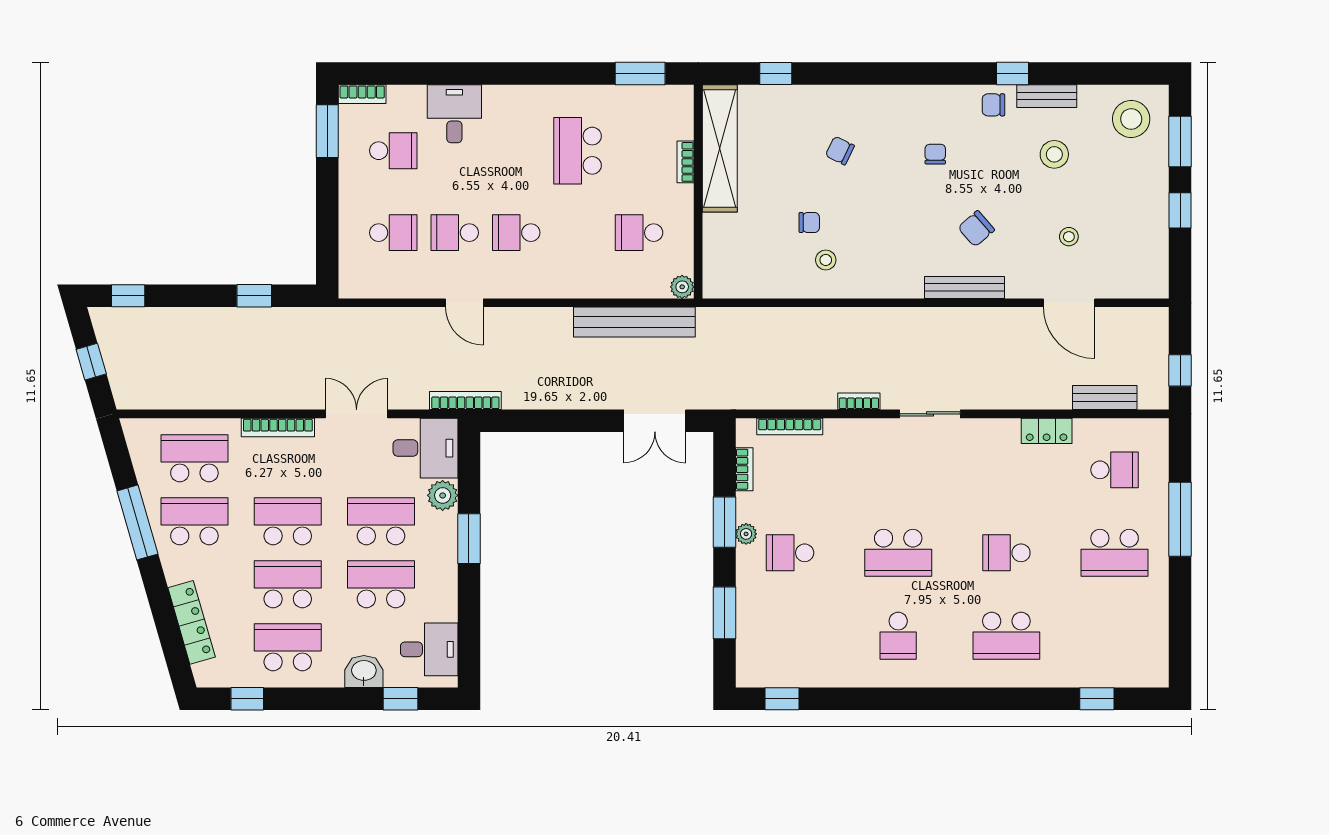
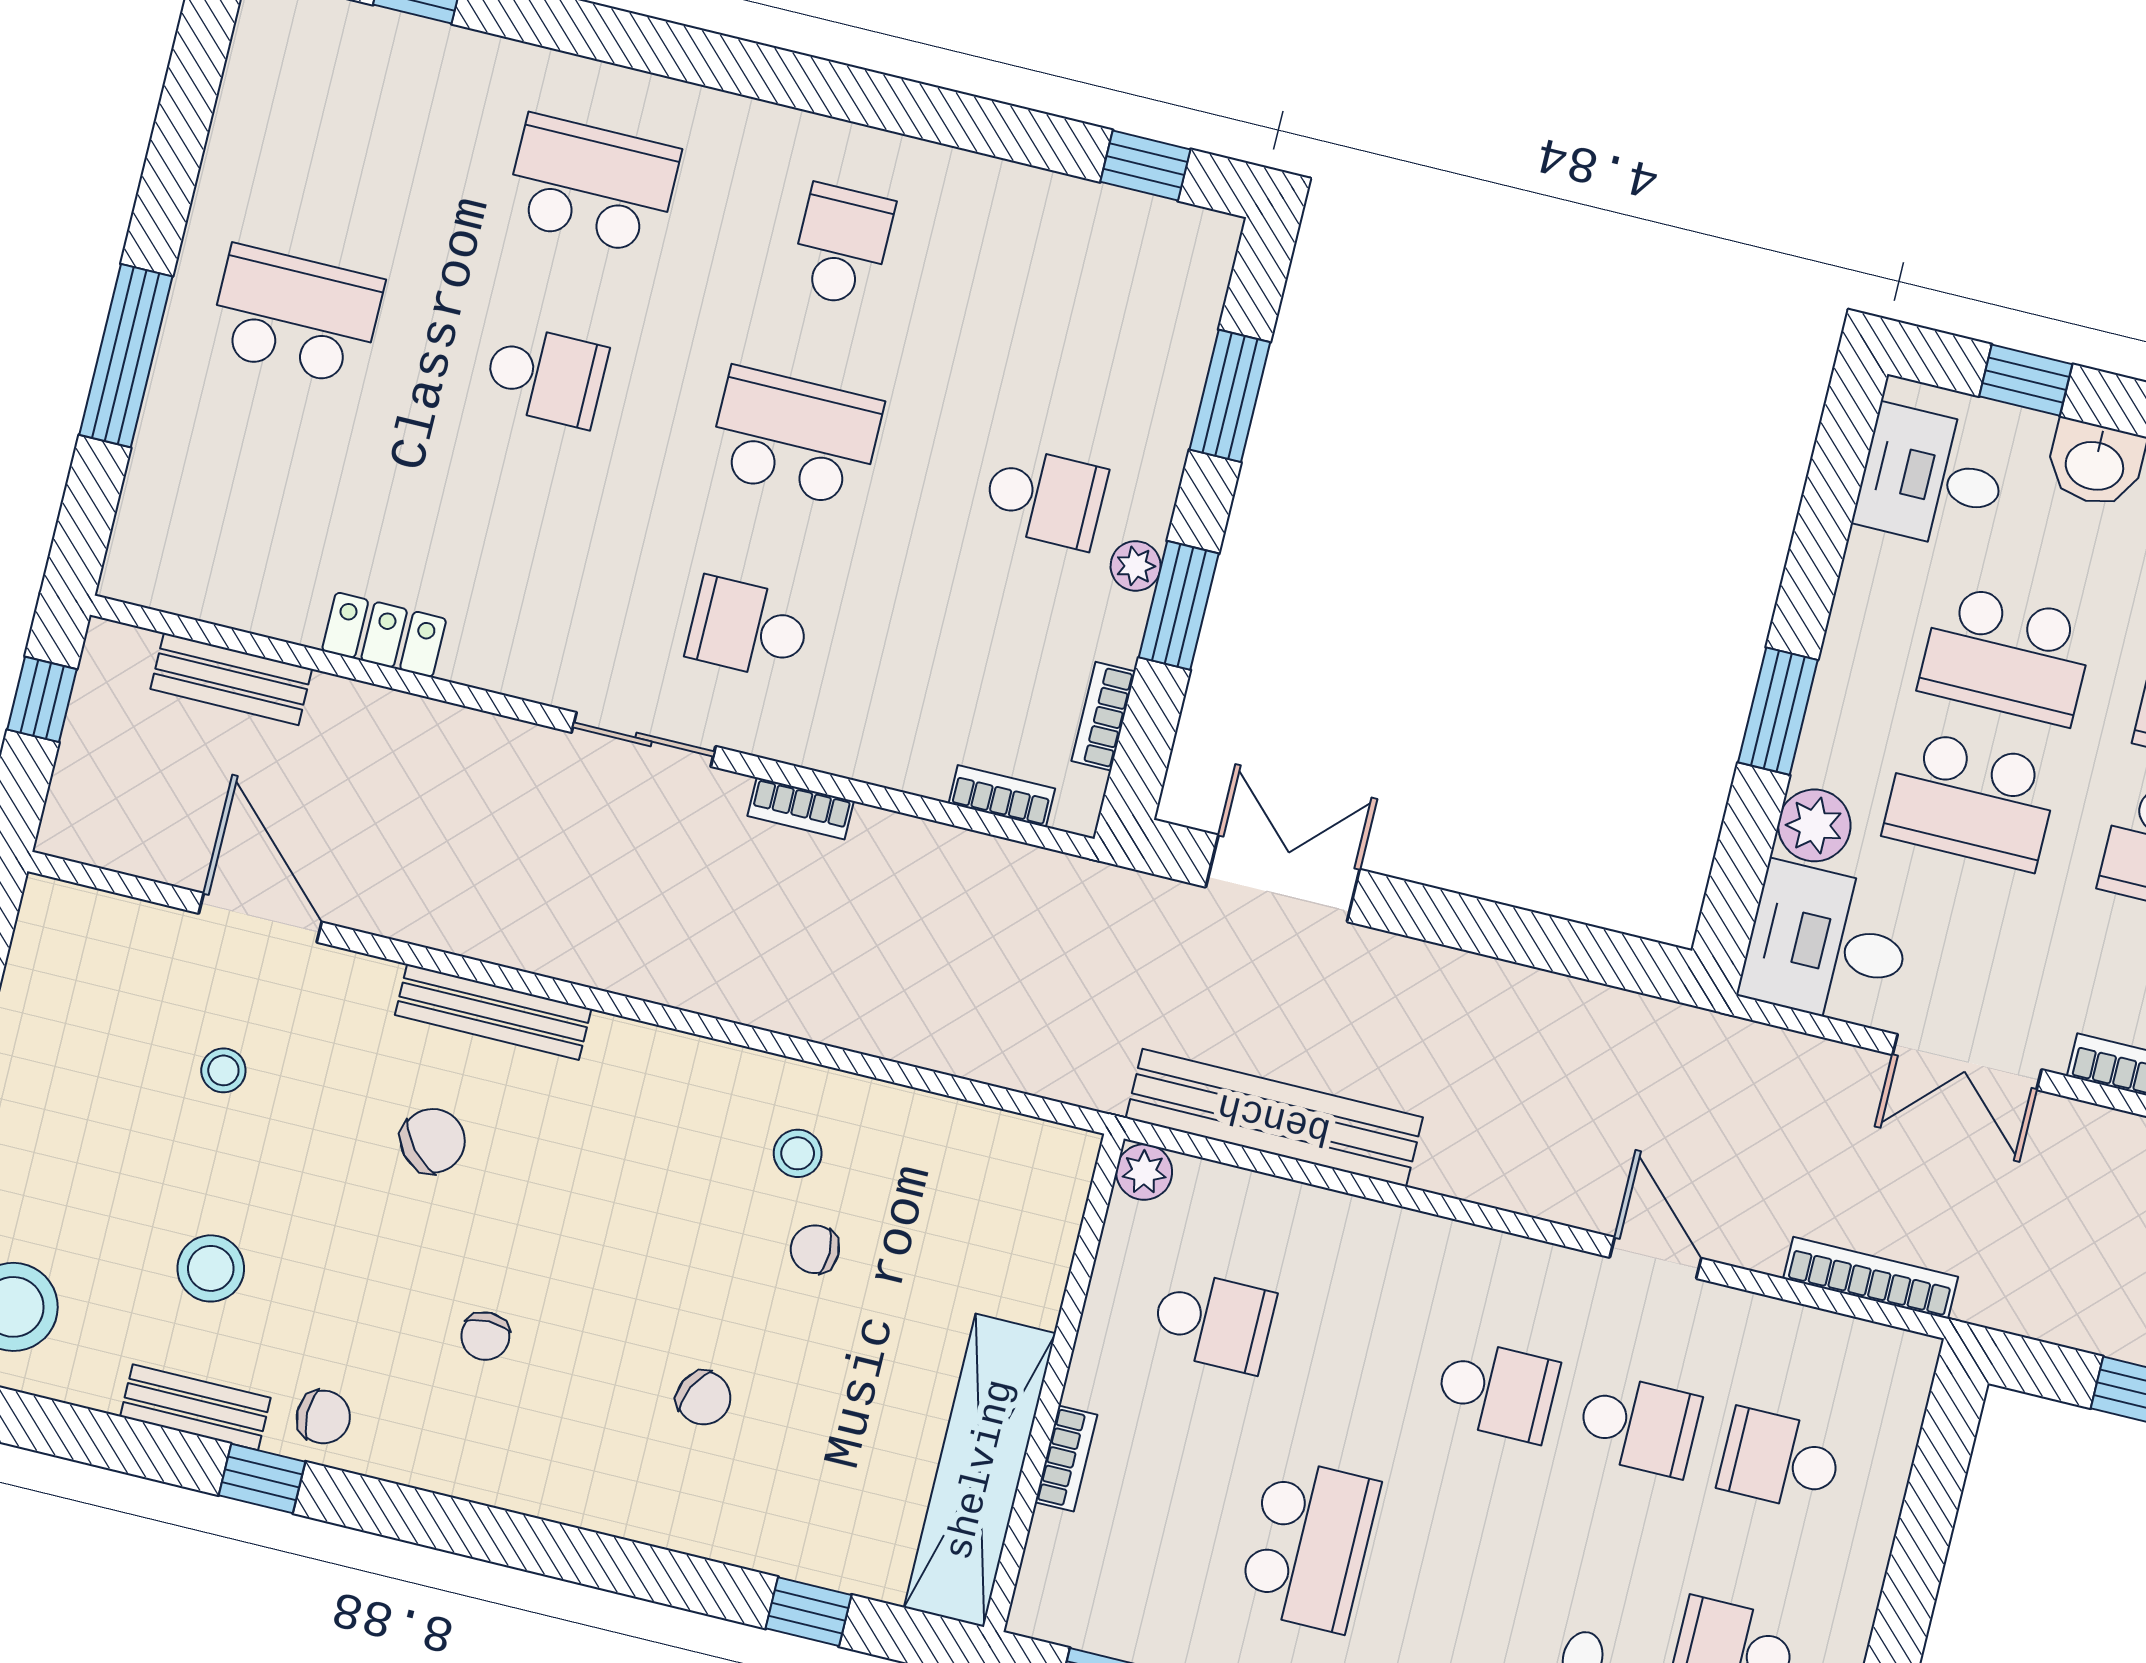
bookcase: (465, 401) -> (1871, 1278), moved, turned 180
bookcase: (790, 426) -> (1002, 796), width x0.64
school desk: (1115, 470) -> (749, 628), moved

